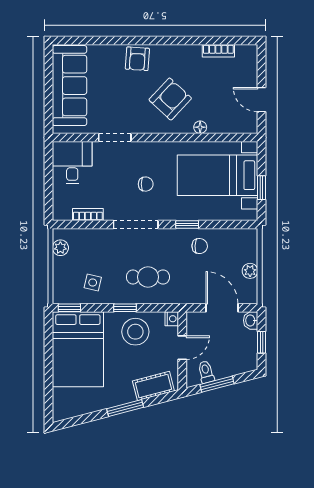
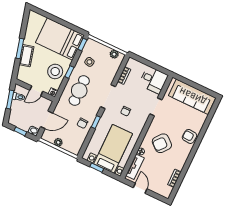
armchair: (170, 99) -> (162, 143), turned 87
door: (262, 100) -> (140, 188), hinge flipped
tv unit: (230, 125) -> (135, 167), added
cafe table: (148, 277) -> (79, 91), width x1.37, depth x1.35
door: (182, 348) -> (36, 91), hinge flipped
cot: (153, 386) -> (26, 56), moved

